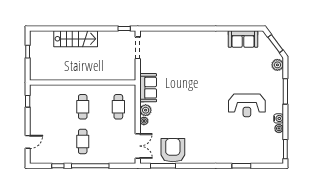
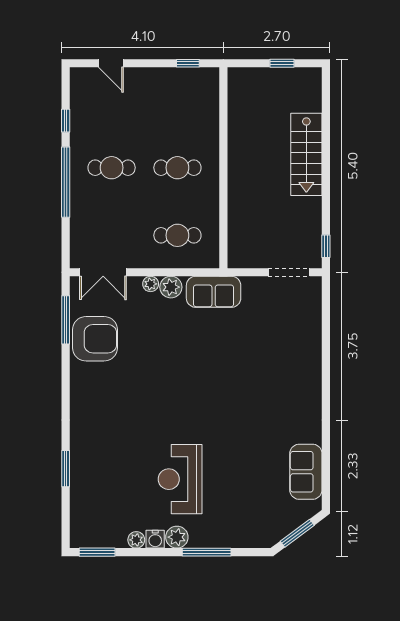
plant: (277, 65) -> (177, 537), moved

